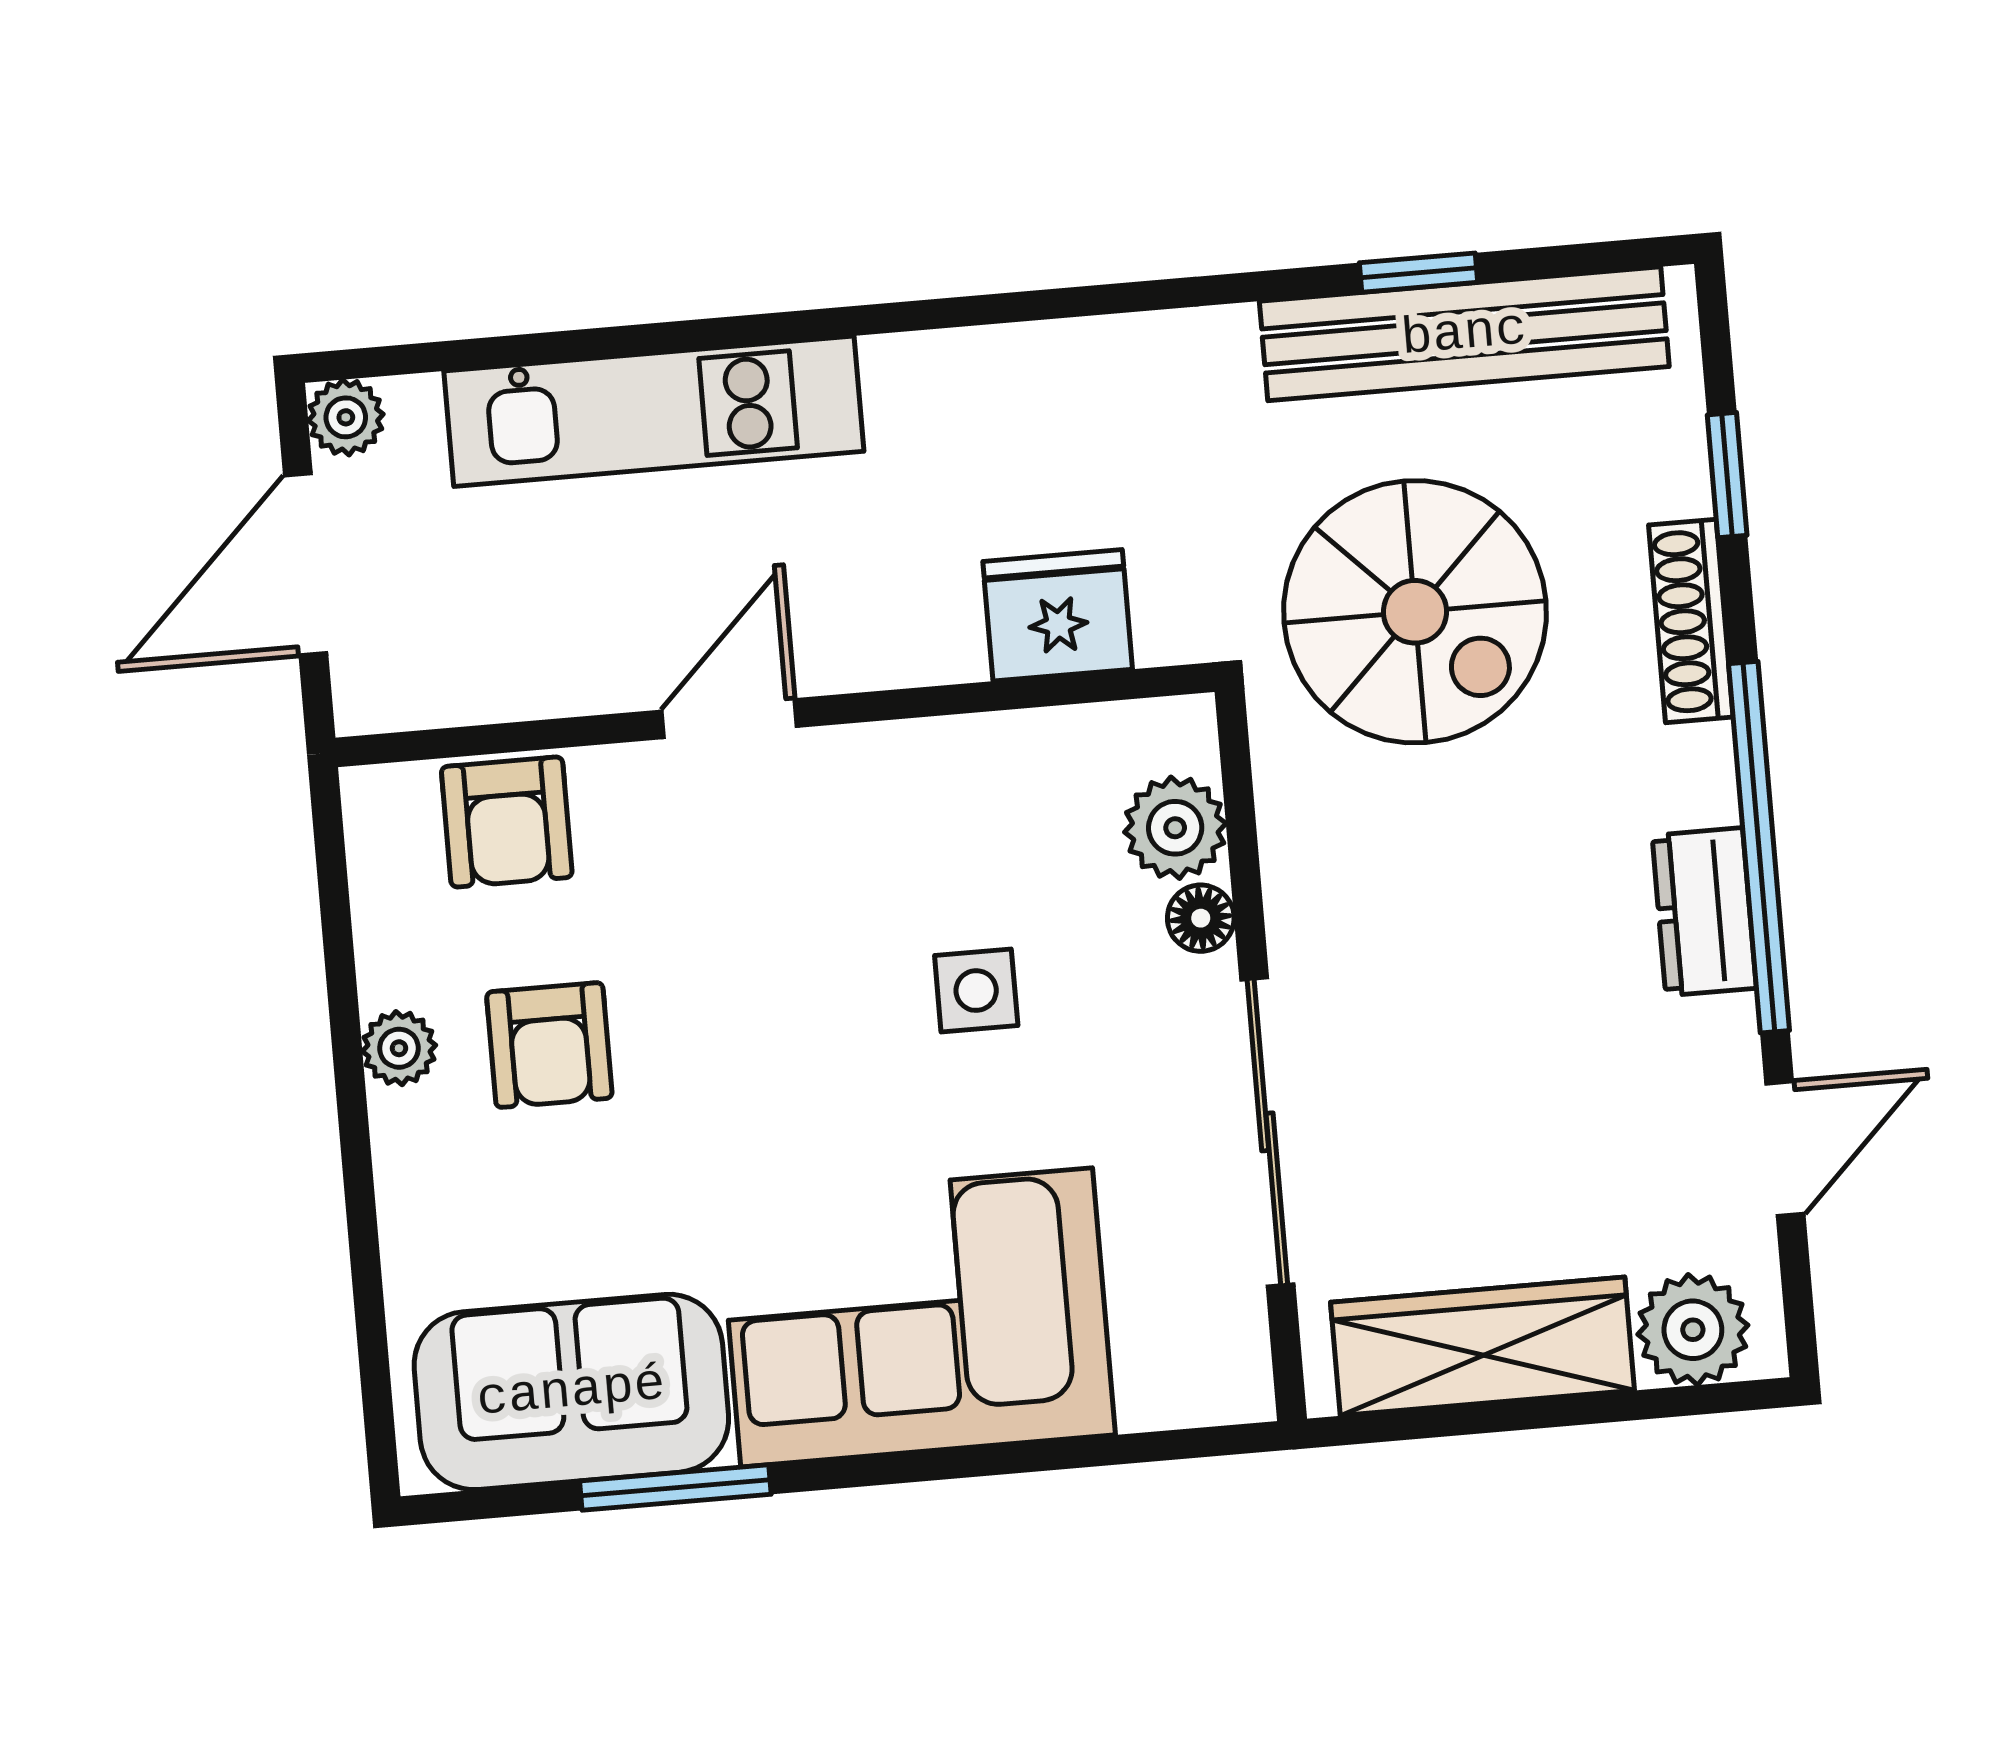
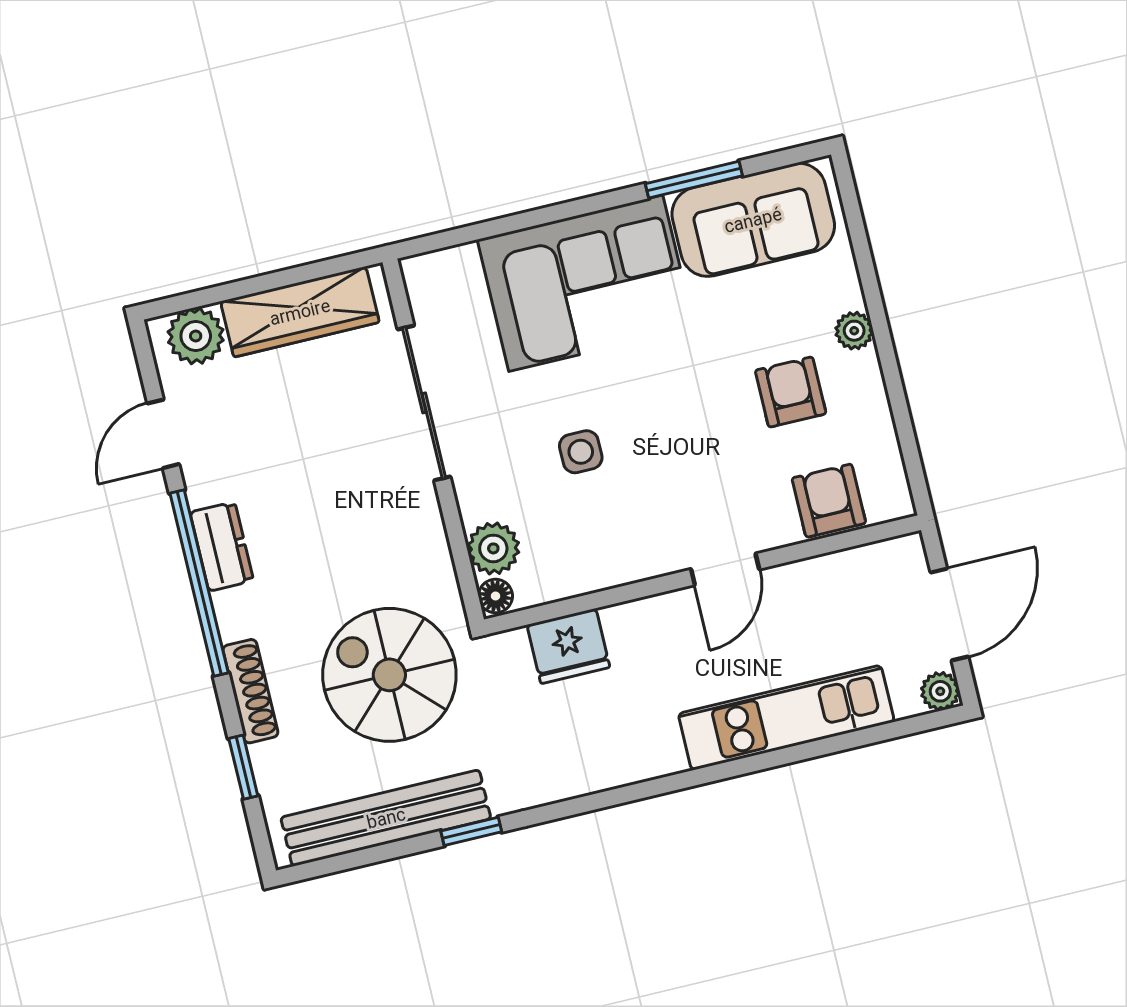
window: (1419, 273) -> (471, 831), moved
floor lamp: (1201, 918) -> (495, 596), moved
plant: (399, 1048) -> (854, 331), moved

